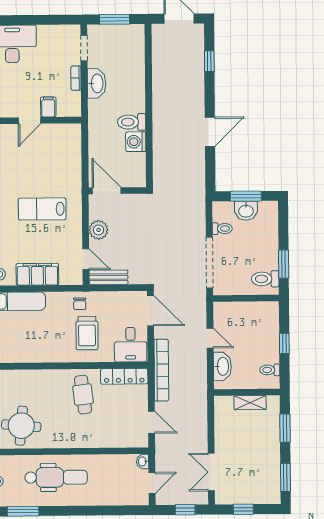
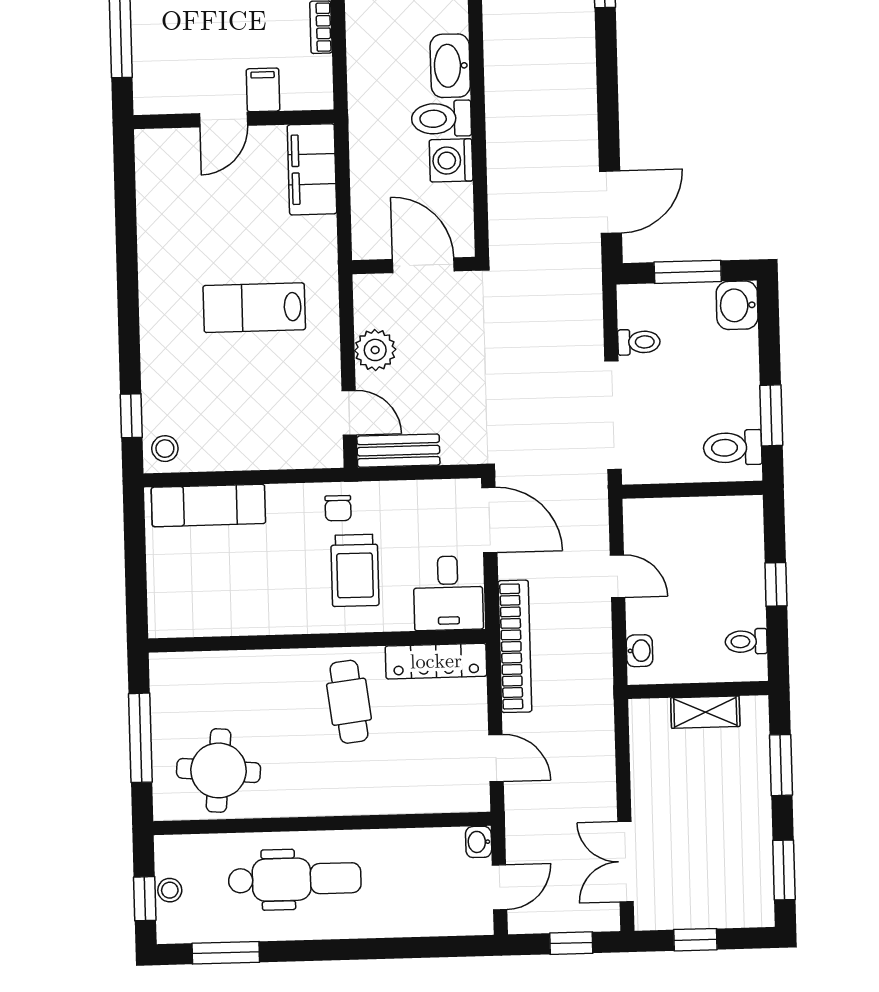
washbasin: (97, 83) -> (450, 66), moved, turned 180
door: (210, 132) -> (611, 202), moved
door: (107, 191) -> (423, 265), moved
washbasin: (246, 211) -> (737, 305), moved, turned 90
filing cabinet: (37, 274) -> (312, 169), moved, turned -90
washbasin: (222, 366) -> (639, 651), width x0.52, depth x0.69

